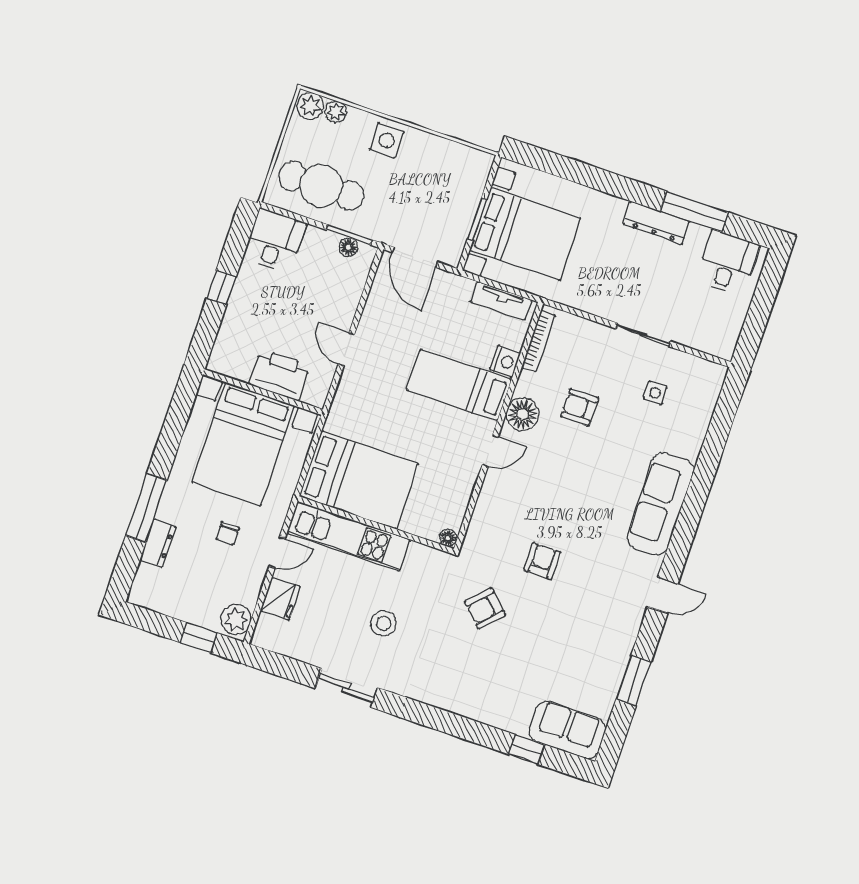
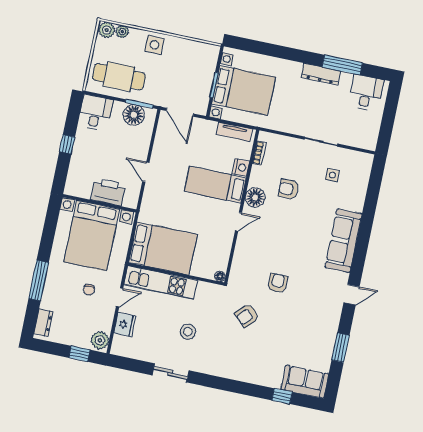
floor lamp: (348, 247) -> (134, 115), width x1.89, depth x1.89
bookcase: (538, 341) -> (259, 153), width x0.64
dresser: (158, 543) -> (44, 323), moved

